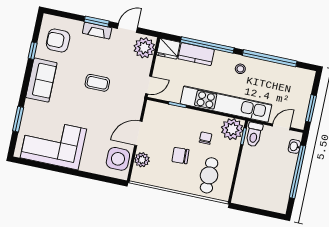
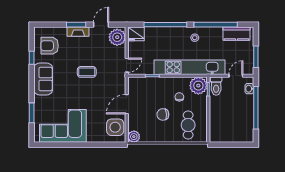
kitchen counter: (196, 54) -> (236, 34), moved
plant: (142, 160) -> (134, 137), moved

